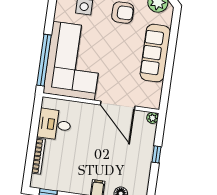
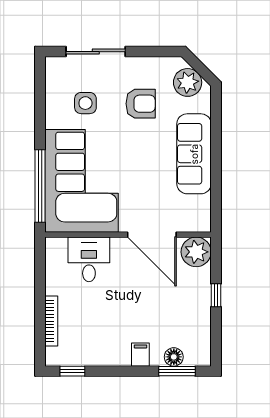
plant: (153, 118) -> (196, 252), width x1.88, depth x1.88
desk: (54, 124) -> (89, 259), moved, turned 90

